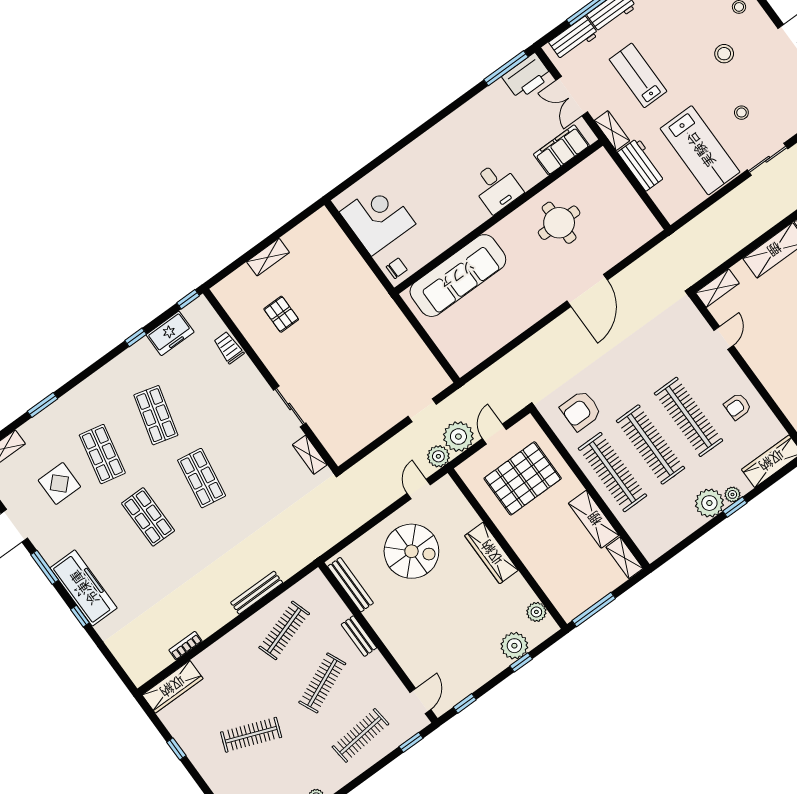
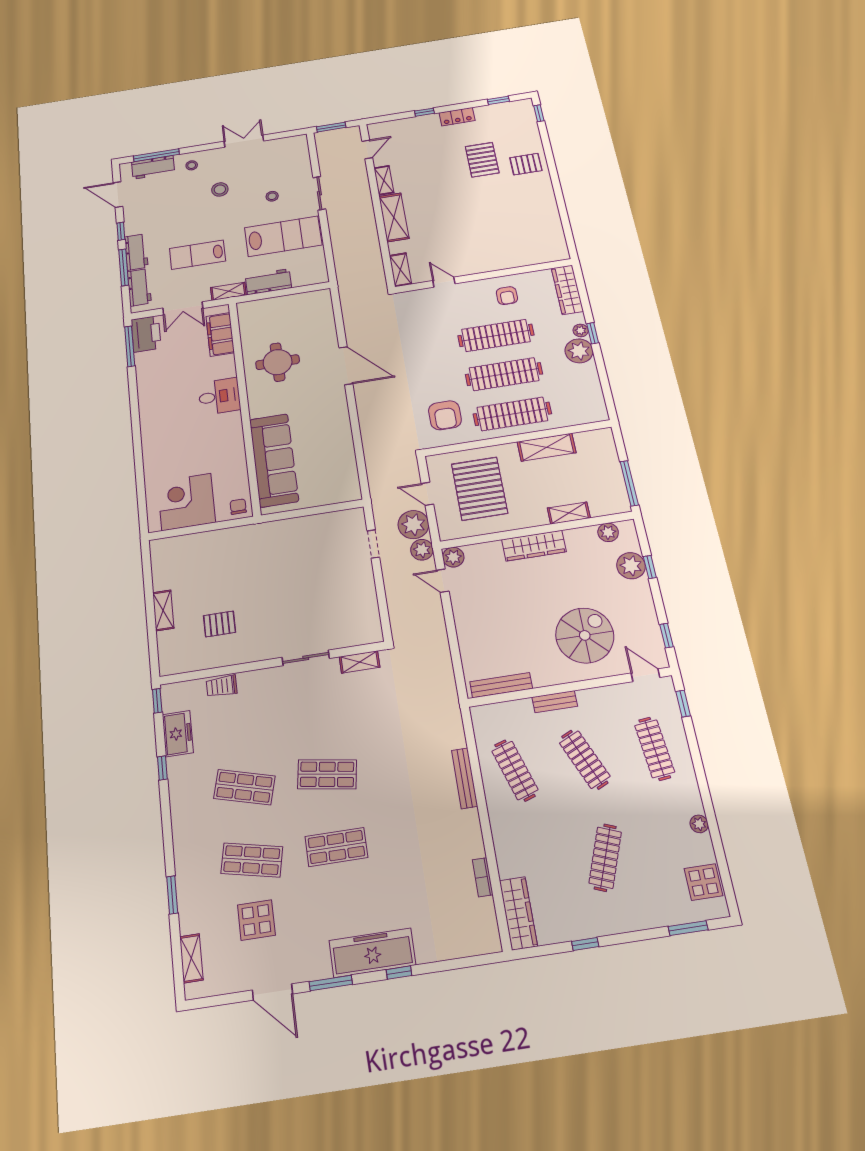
plant: (445, 487) -> (453, 557), added
spiral stairs: (411, 551) -> (585, 635), moved
shelving: (625, 558) -> (569, 513), moved

